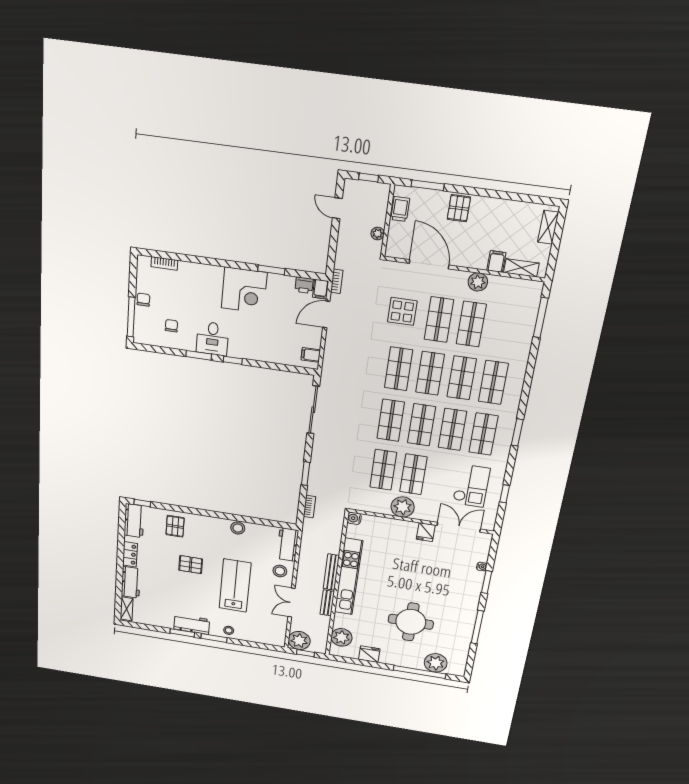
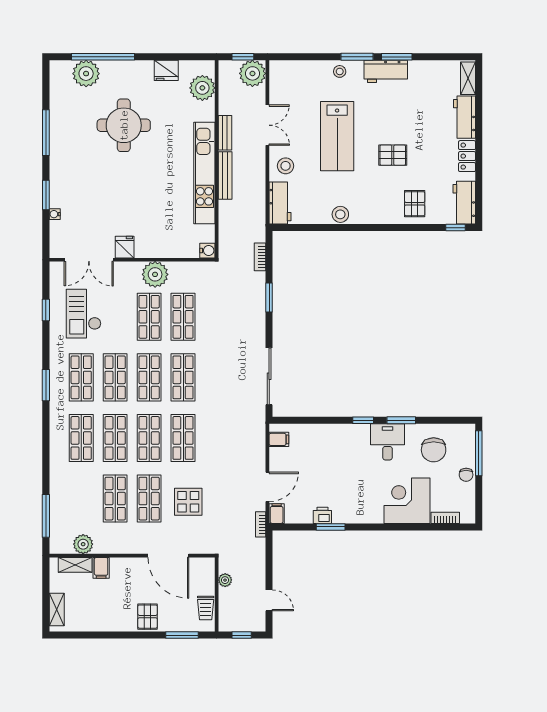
plant: (478, 282) -> (83, 544), moved
printer: (304, 285) -> (322, 515), moved
corner desk: (244, 290) -> (407, 501), moved
chair: (171, 326) -> (434, 450), width x1.87, depth x1.87

